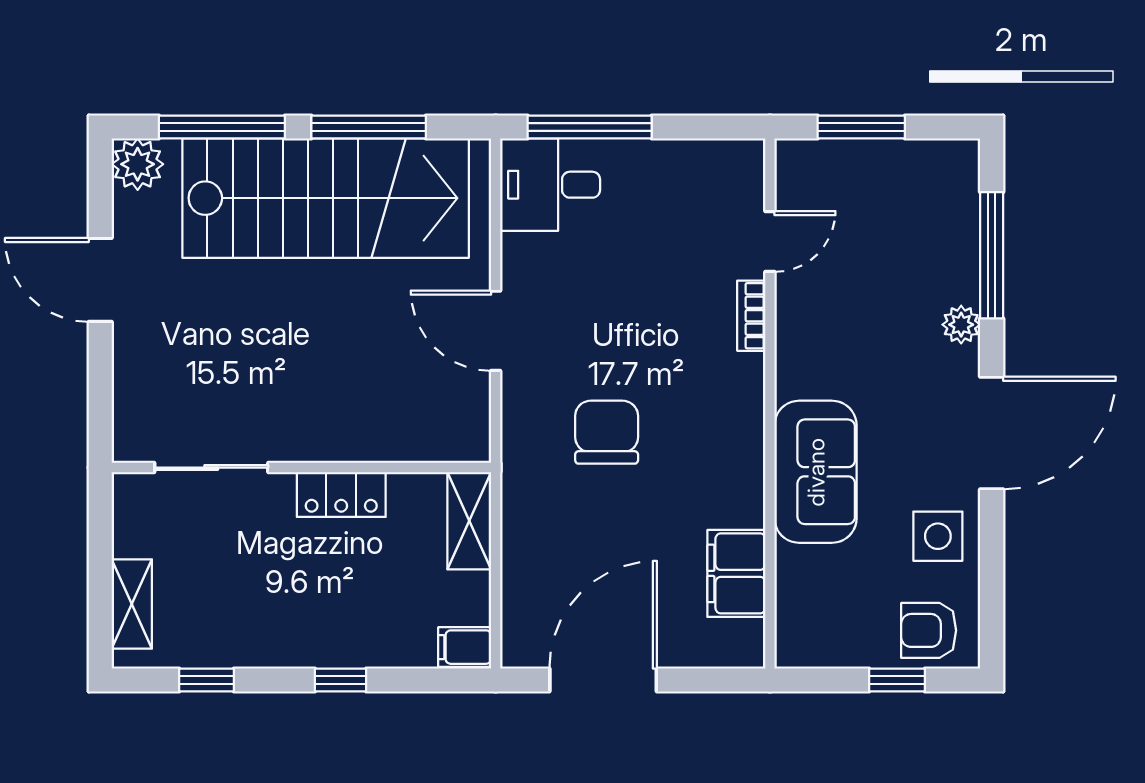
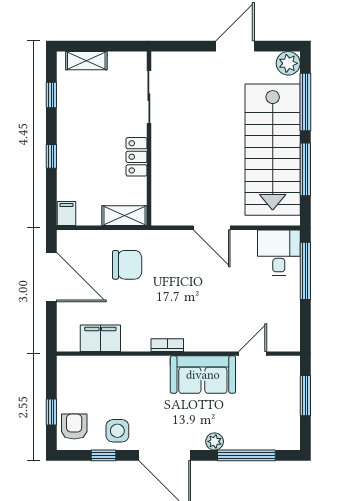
door: (770, 242) -> (253, 354), swing flipped
bookcase: (751, 316) -> (167, 345), moved
door: (496, 331) -> (212, 228), swing flipped
chair: (607, 432) -> (127, 265), moved
sofa: (816, 472) -> (203, 375), moved
window: (992, 567) -> (103, 455), added

